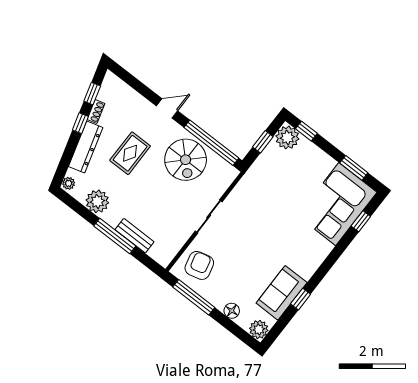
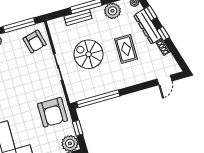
window: (92, 94) -> (150, 13), moved
door: (167, 108) -> (164, 80), moved
spiral stairs: (186, 160) -> (89, 54), moved
armchair: (266, 184) -> (53, 112), added

